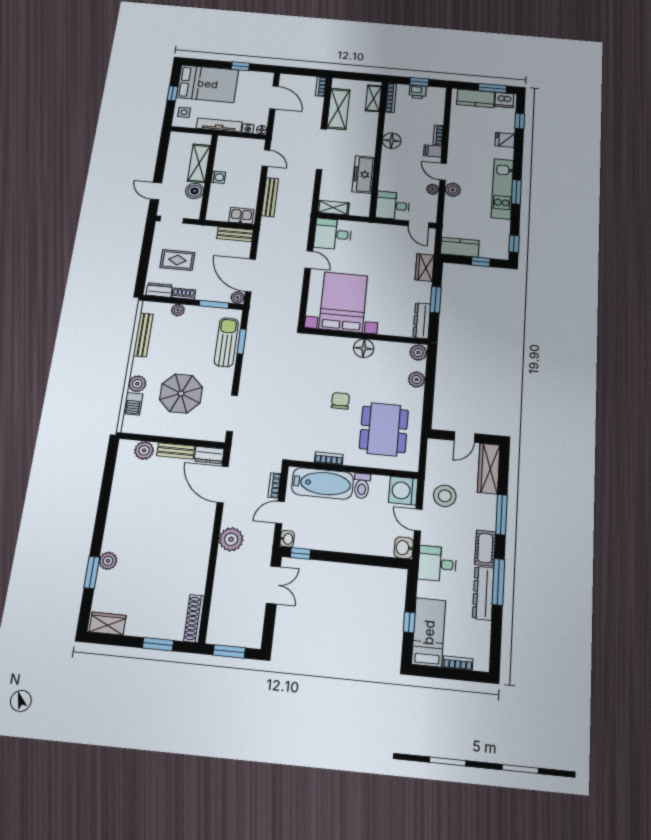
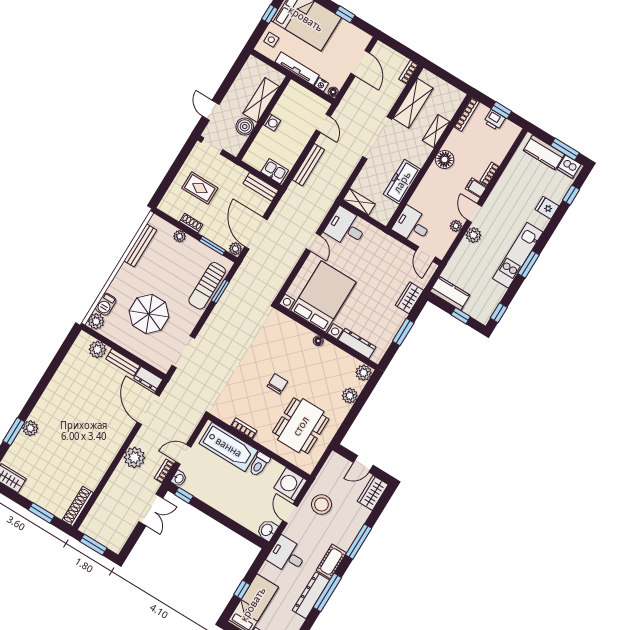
shelving: (373, 98) -> (436, 131), moved
dresser: (159, 290) -> (172, 210), removed
dresser: (422, 321) -> (357, 343), moved, turned 90
sun lounger: (226, 342) -> (207, 286), turned 180
floor lamp: (364, 348) -> (318, 341), width x0.53, depth x0.53
plant: (137, 384) -> (96, 321), moved
wardrobe: (489, 469) -> (373, 493), width x0.67
bookcase: (275, 485) -> (164, 471), moved

